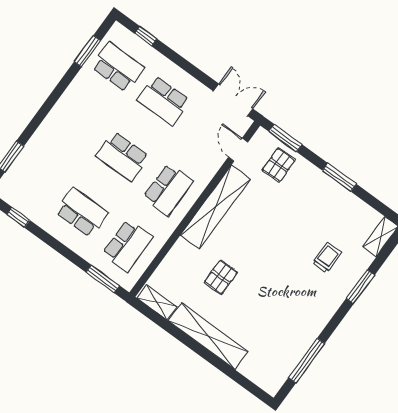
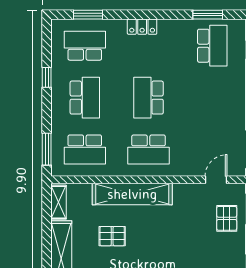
school desk: (163, 100) -> (85, 46), moved, turned 90
locker: (56, 117) -> (142, 27), added
pallet: (279, 165) -> (227, 218), turned 90
shelving: (215, 207) -> (132, 194), moved
window: (18, 217) -> (47, 77), moved

